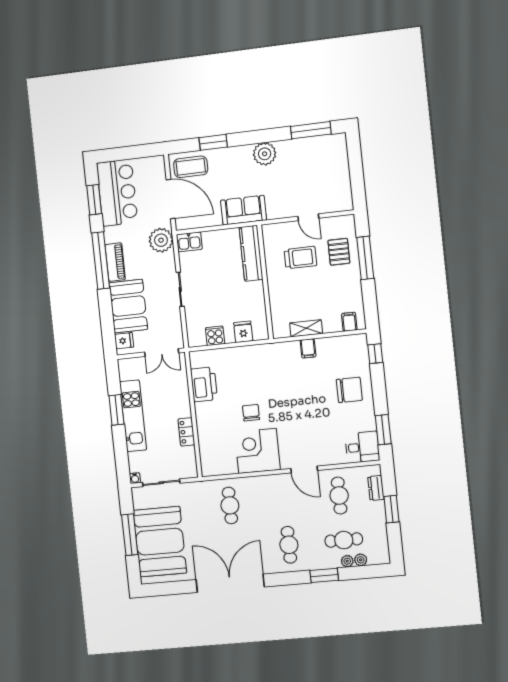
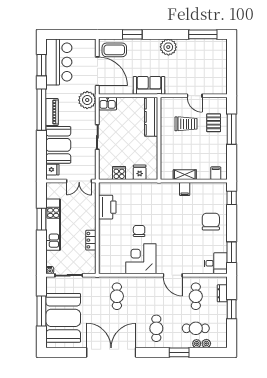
chair: (349, 390) -> (211, 222), turned -90

